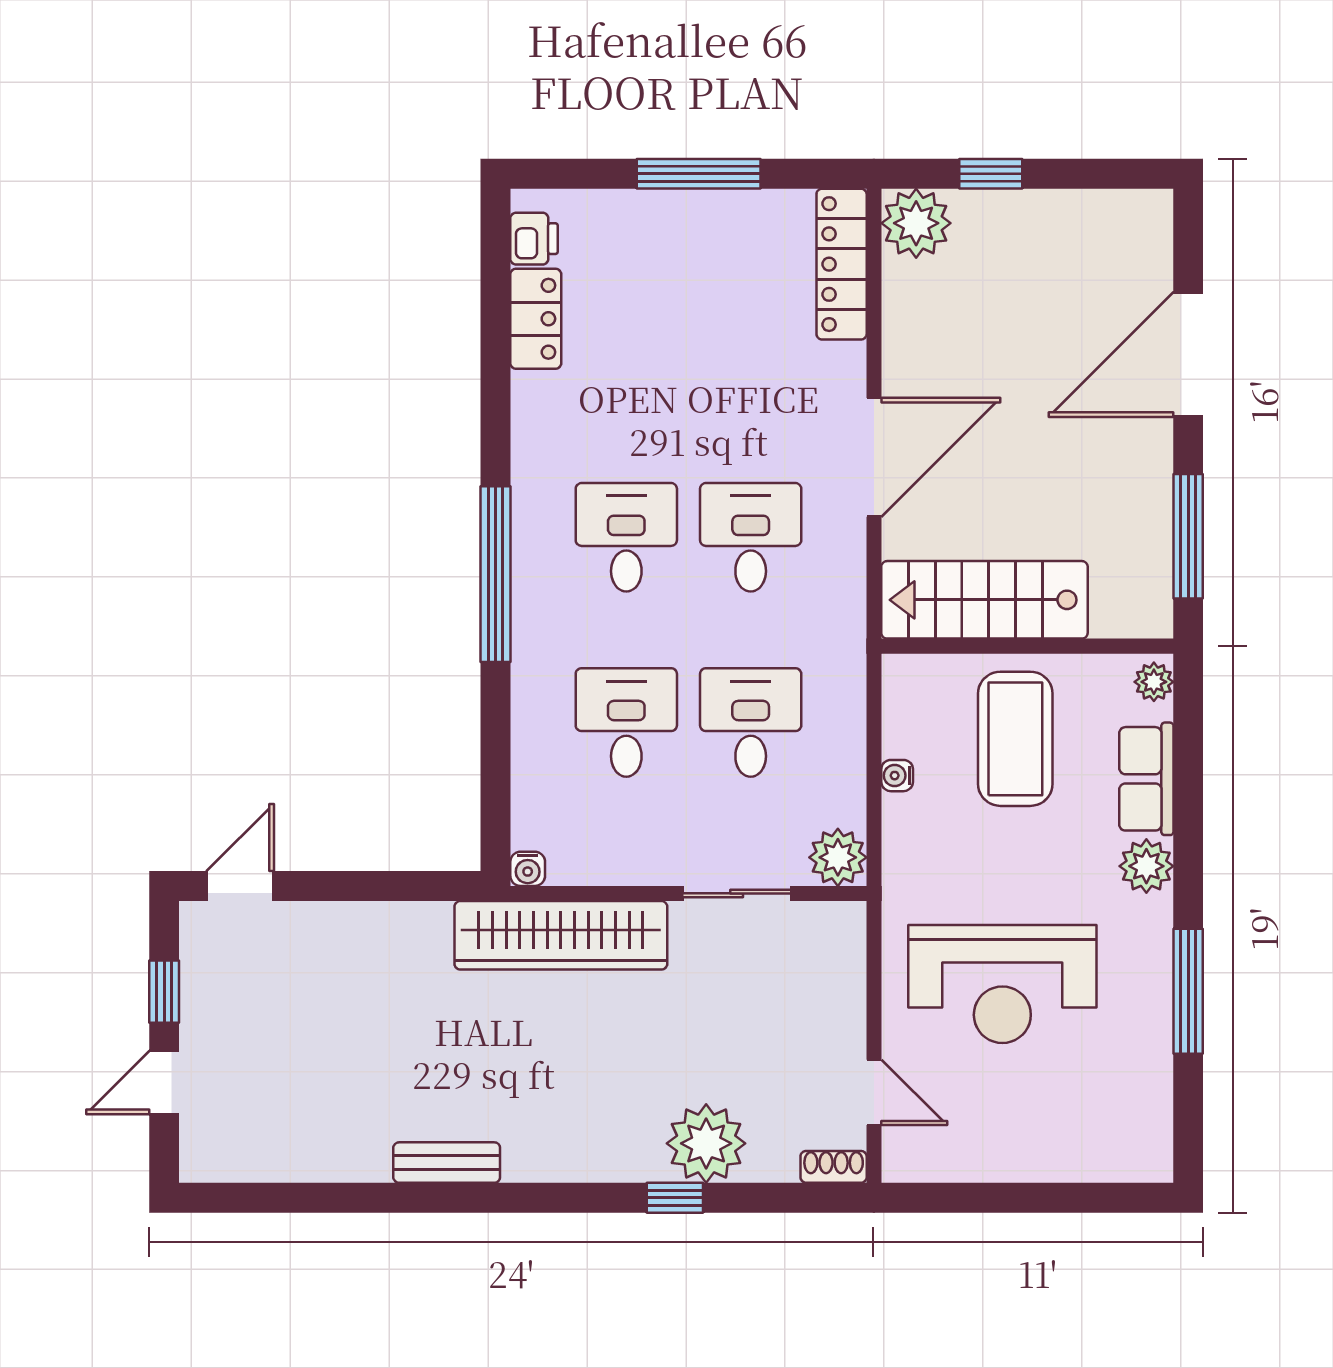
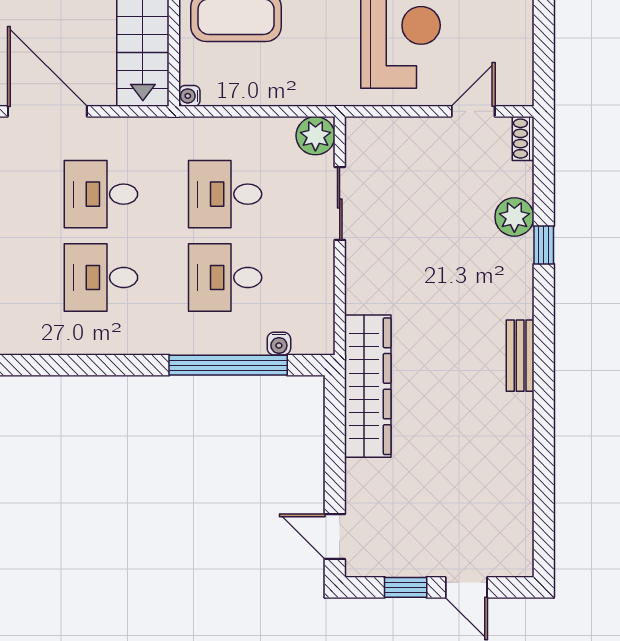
window: (496, 574) -> (228, 365), moved
water cooler: (897, 776) -> (189, 96), moved, turned 90
water cooler: (528, 869) -> (279, 344), moved, turned 90
wardrobe: (561, 935) -> (368, 386), moved
plant: (706, 1143) -> (514, 217), width x0.73, depth x0.73
bench: (447, 1163) -> (520, 356), moved

